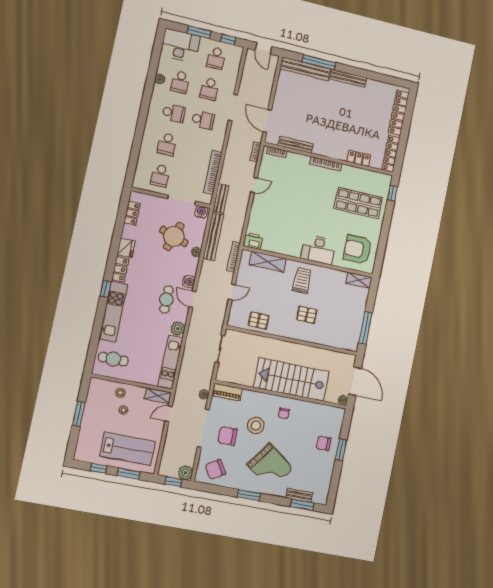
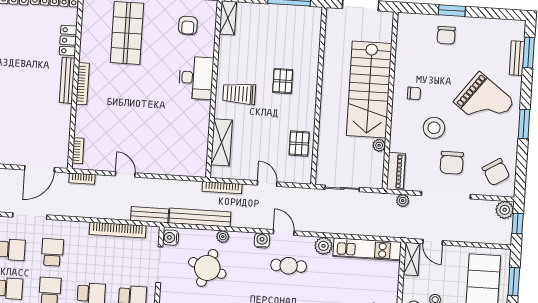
bench: (296, 145) -> (67, 80), moved
printer: (253, 241) -> (198, 165), removed
armchair: (357, 249) -> (188, 25), width x0.53, depth x0.53
door: (193, 299) -> (284, 232), swing flipped
plant: (343, 400) -> (379, 145), moved
grand piano: (270, 466) -> (484, 102), turned 91

